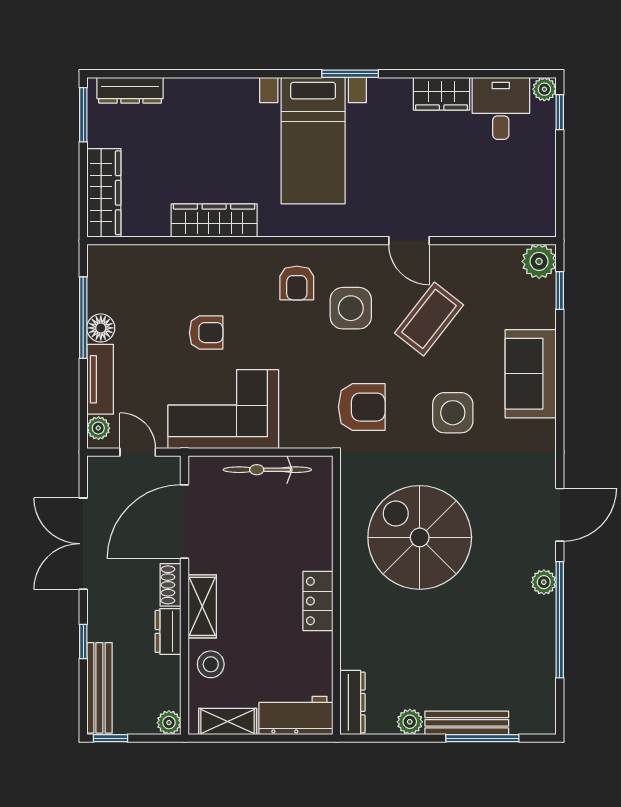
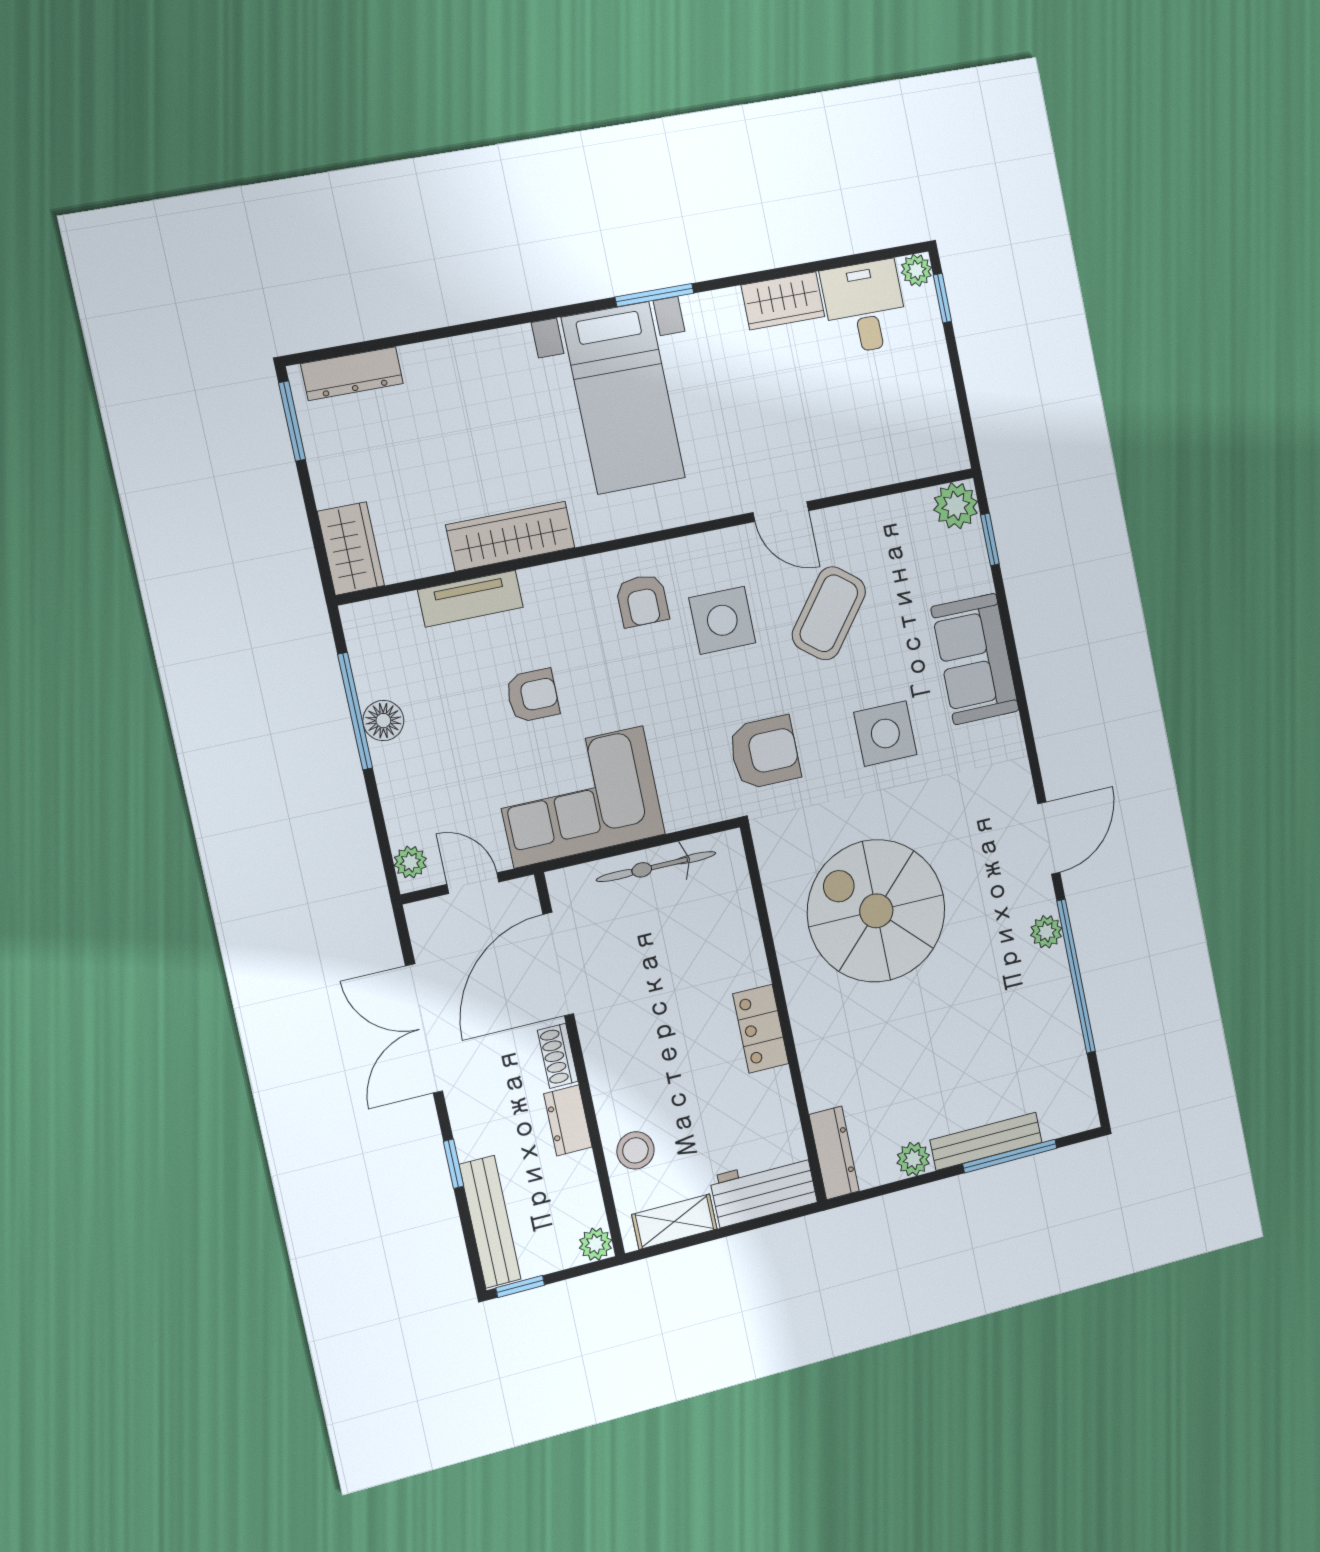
wardrobe: (104, 193) -> (351, 549), width x0.67
tv unit: (100, 379) -> (470, 599), moved, turned 90
shelving: (202, 606) -> (607, 1075), removed

